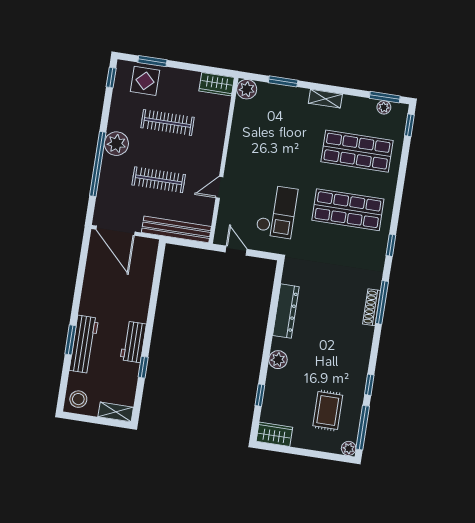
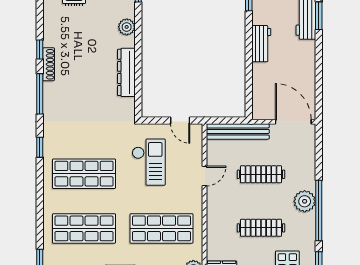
shop shelf: (274, 138) -> (161, 228), added
window: (98, 164) -> (319, 210), moved
checkout: (277, 211) -> (149, 162), turned 180
shoe rack: (372, 307) -> (49, 64), moved
workbench: (133, 342) -> (261, 44), moved
window: (369, 385) -> (40, 50), moved

